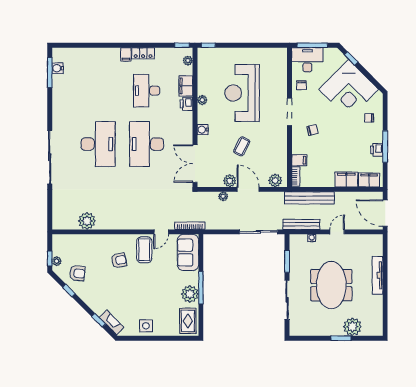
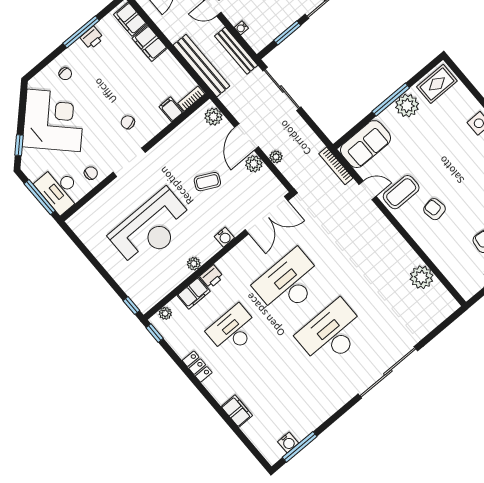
filing cabinet: (126, 54) -> (237, 411), moved, width x2.00
desk: (147, 91) -> (233, 330), turned 180
desk: (147, 144) -> (289, 283), turned 180

